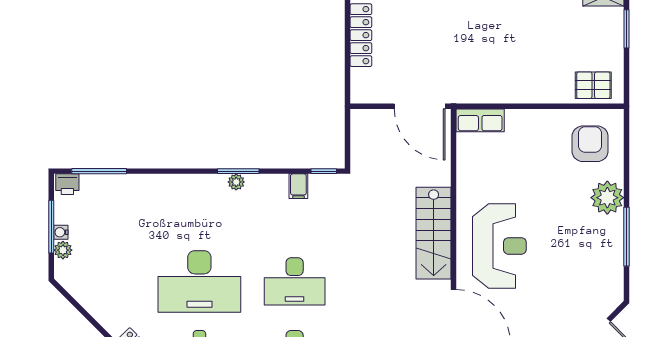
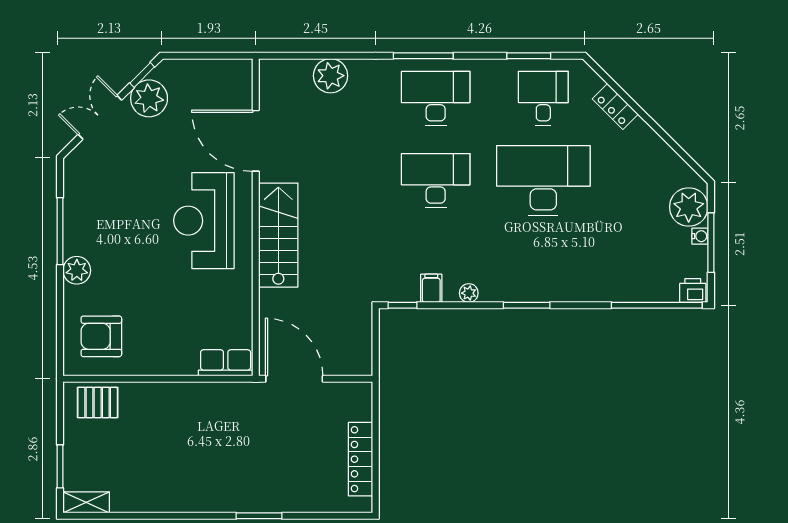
armchair: (590, 144) -> (101, 336), turned 90
window: (99, 171) -> (657, 305), width x1.46
window: (238, 171) -> (527, 305), moved
plant: (236, 182) -> (469, 293), moved
plant: (607, 198) -> (77, 270), width x0.73, depth x0.73
plant: (63, 250) -> (689, 207), width x1.88, depth x1.88

